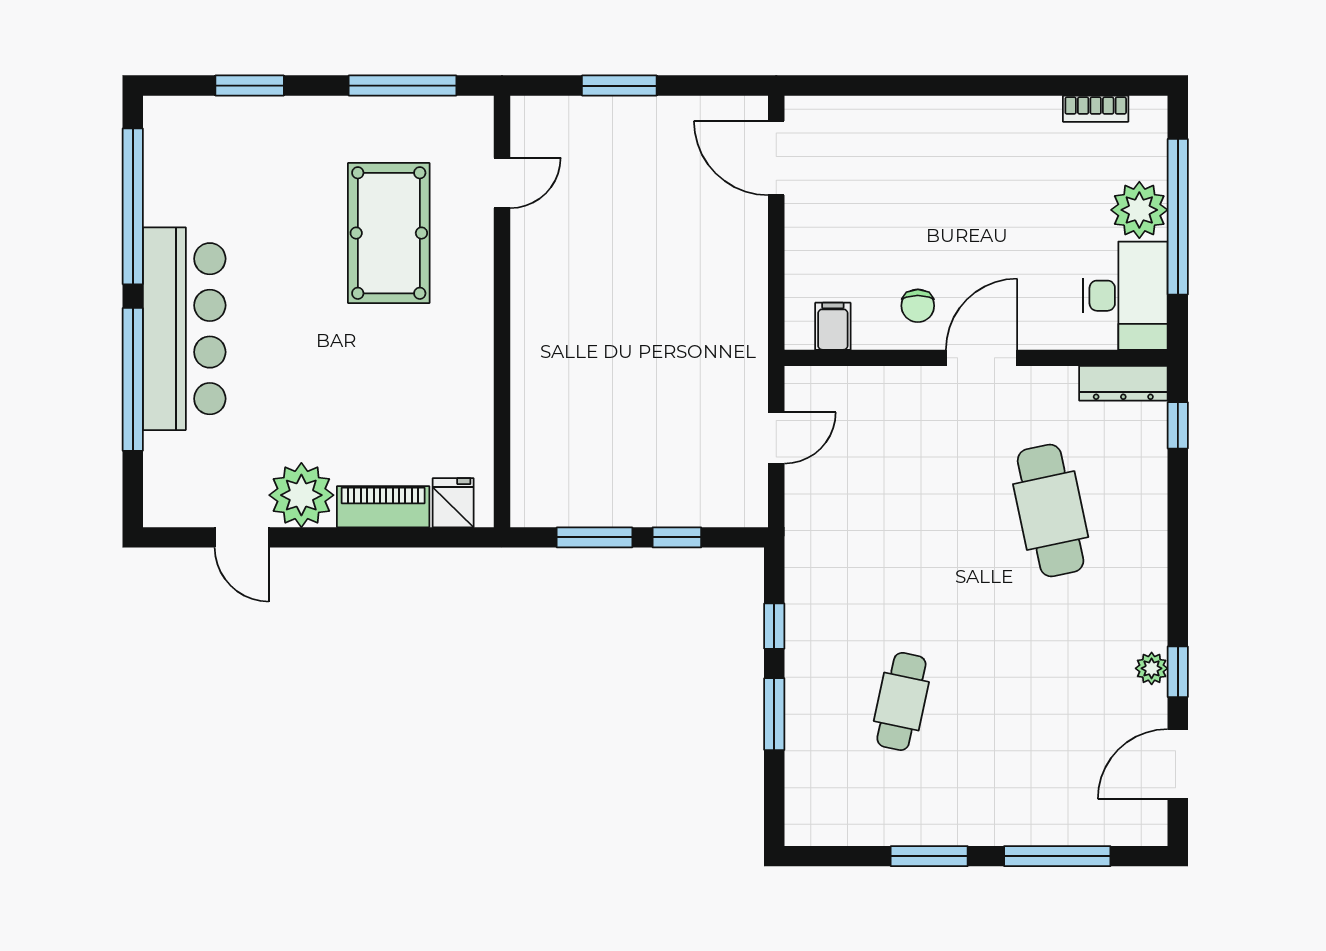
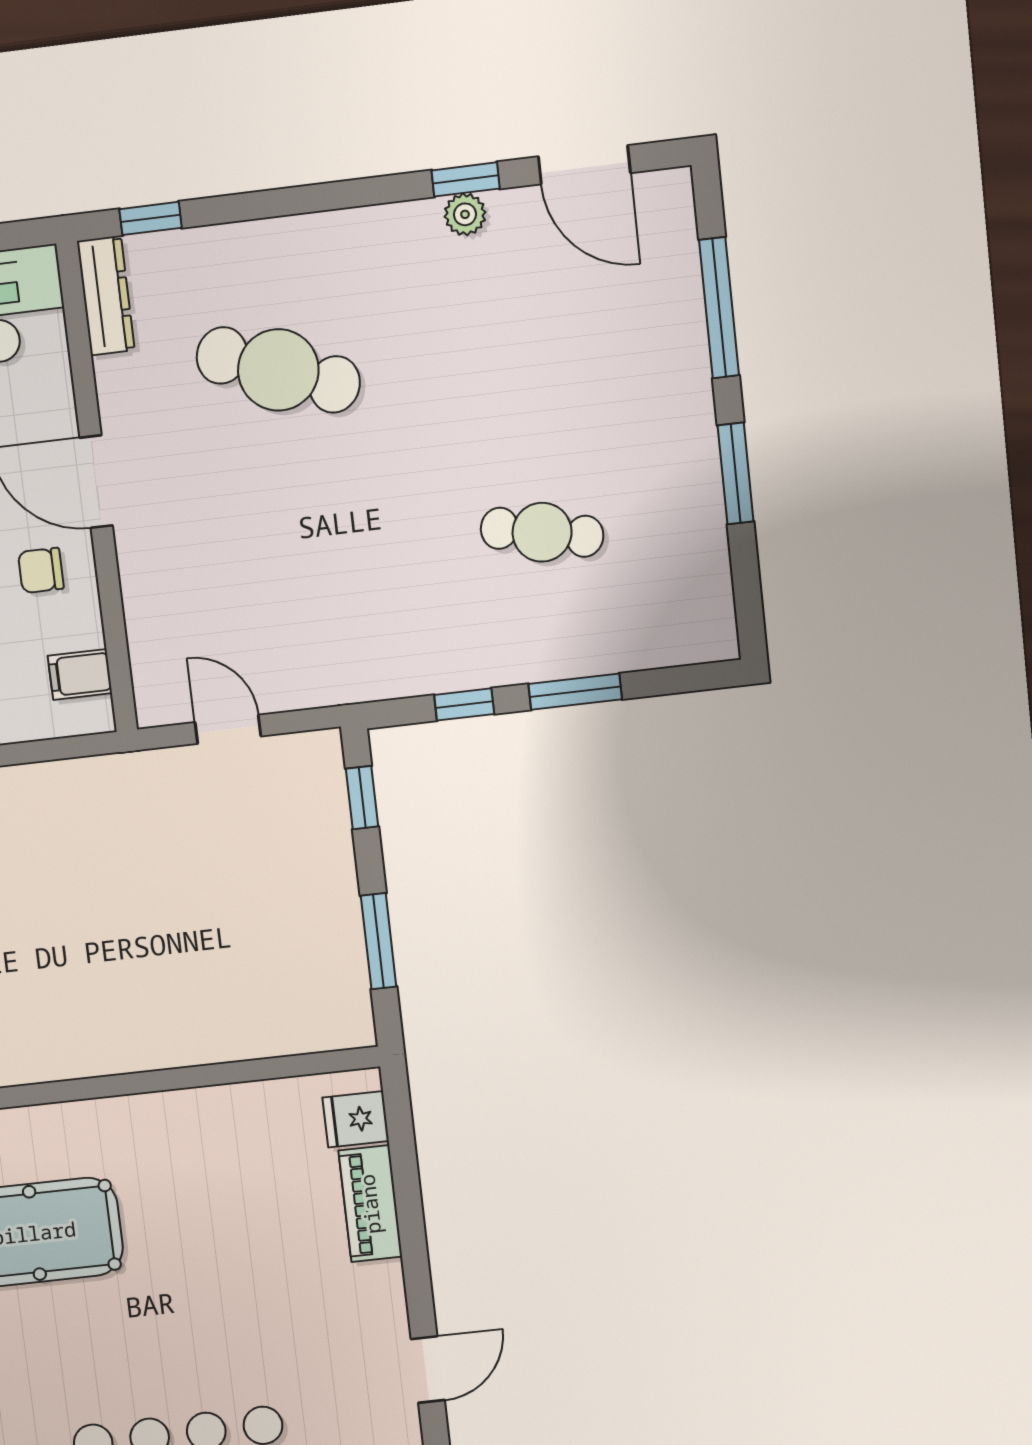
chair: (918, 306) -> (41, 570), turned 180
plant: (301, 495) -> (368, 1304), removed
cafe table: (1051, 511) -> (278, 370), turned 33
window: (677, 537) -> (362, 798), moved

